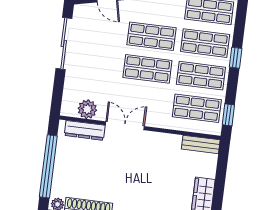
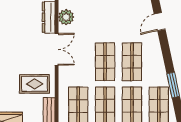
rug: (163, 158) -> (34, 84), added

